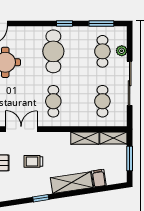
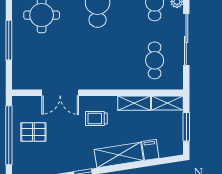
cafe table: (53, 101) -> (98, 60), removed
double door: (21, 129) -> (60, 93), swing flipped
trolley: (33, 161) -> (96, 119), moved

